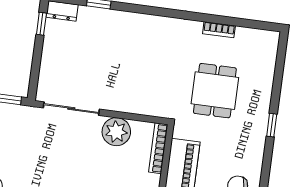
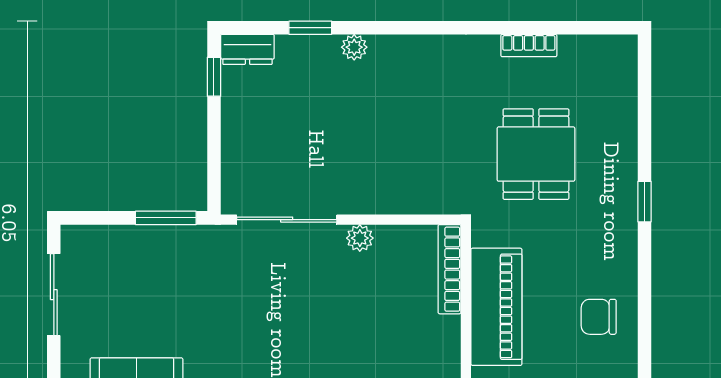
plant: (122, 18) -> (354, 47), added
plant: (116, 132) -> (360, 238), width x0.53, depth x0.53

